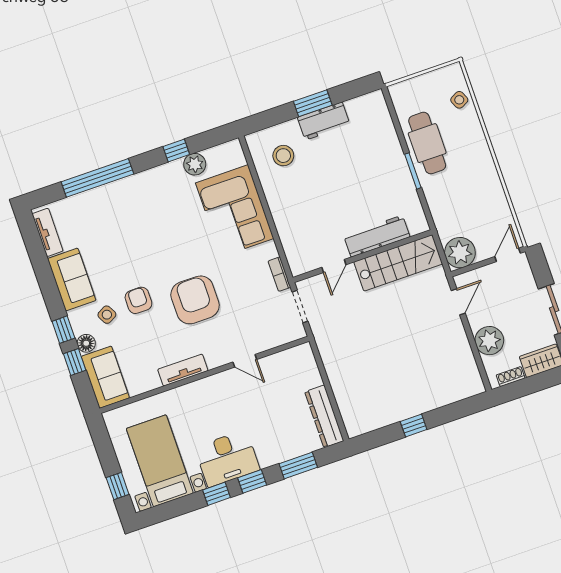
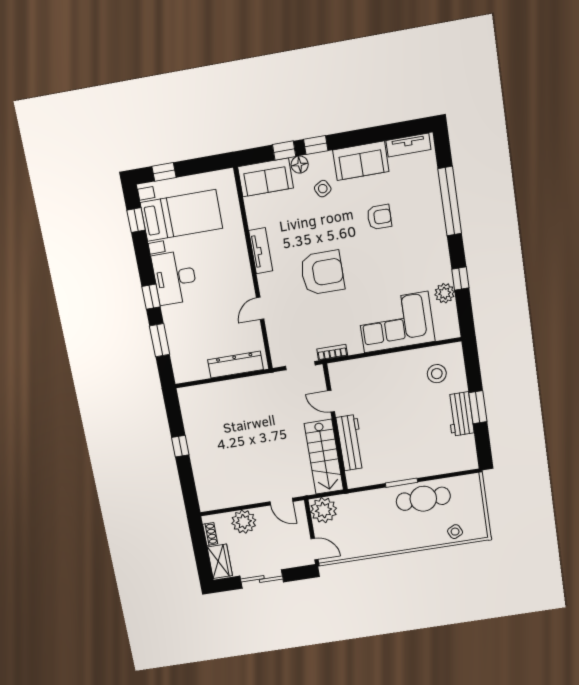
armchair: (138, 300) -> (379, 217), moved
dresser: (324, 416) -> (236, 365), moved
window: (216, 494) -> (136, 220), moved

